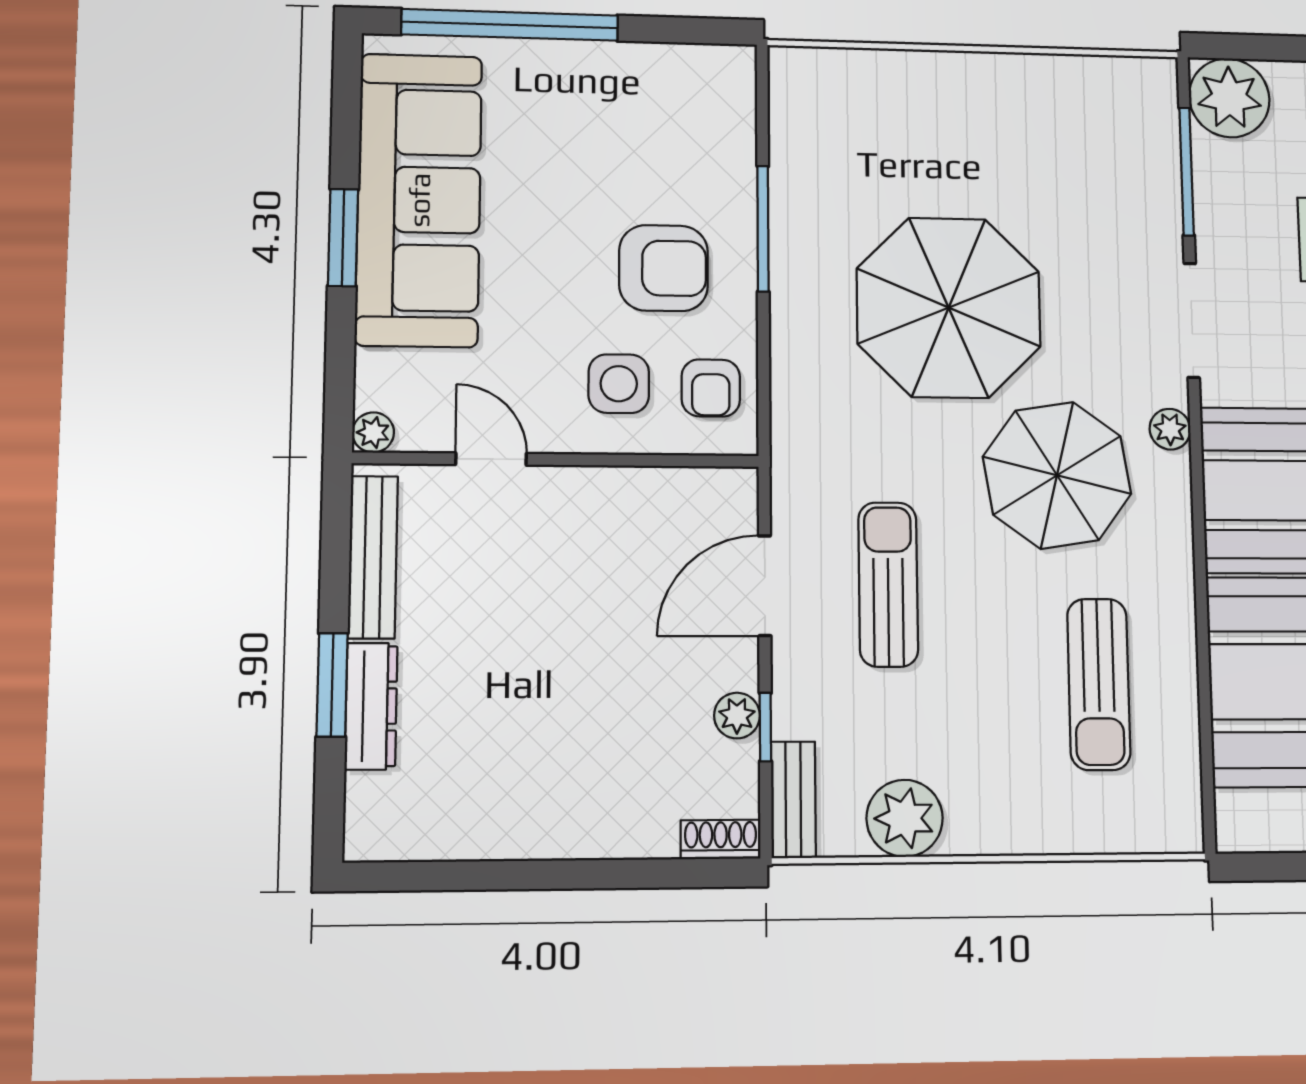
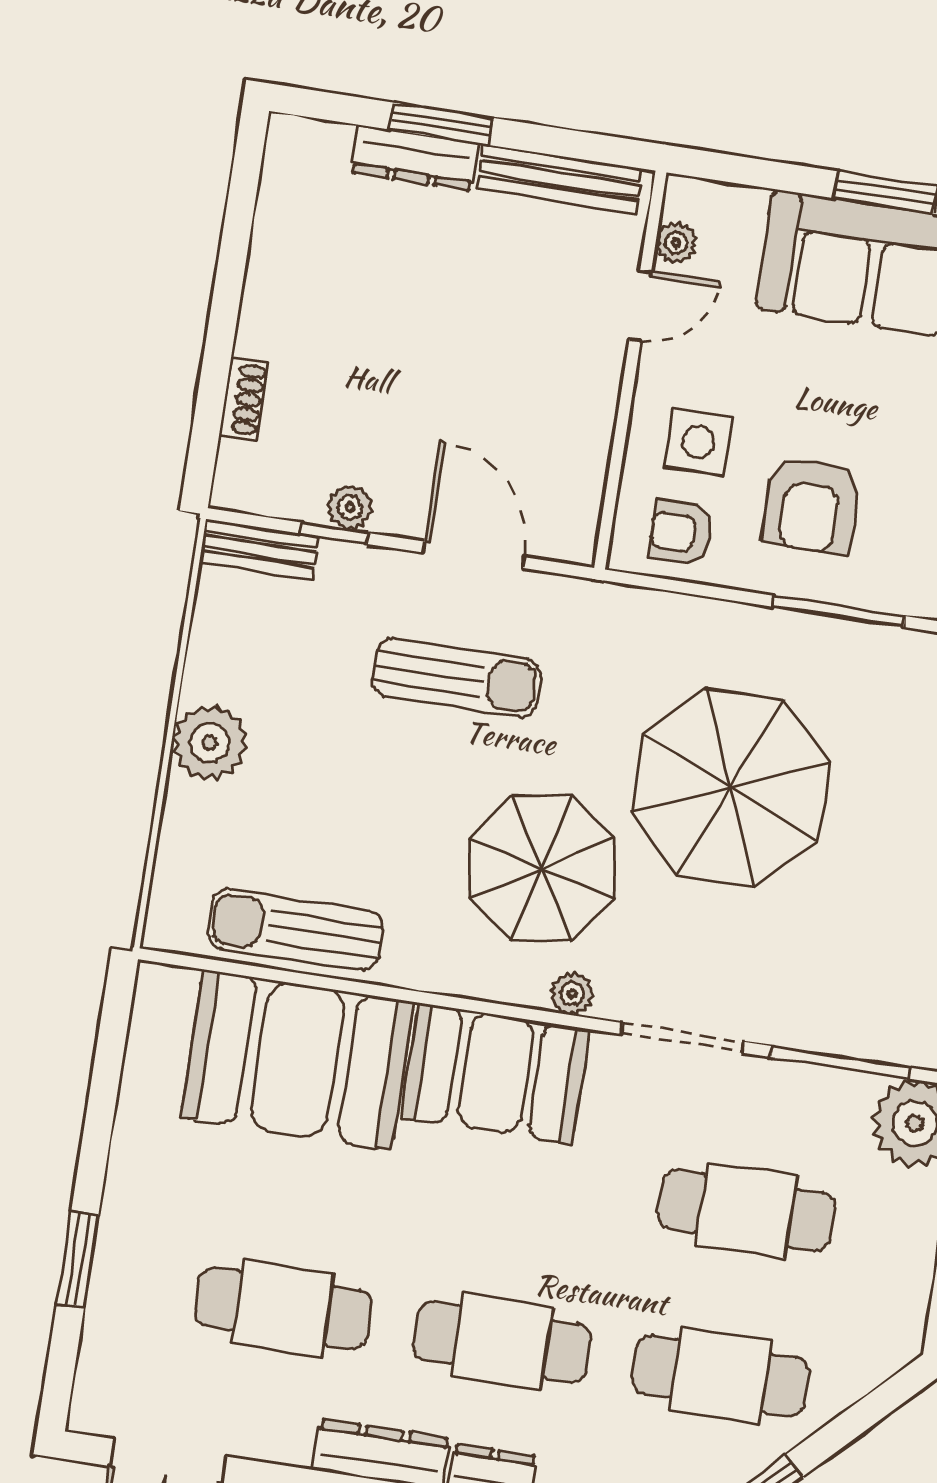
plant: (373, 432) -> (676, 243), moved
sun lounger: (1099, 684) -> (295, 930), moved
plant: (905, 818) -> (210, 743), moved
shoe rack: (721, 839) -> (244, 399), moved

